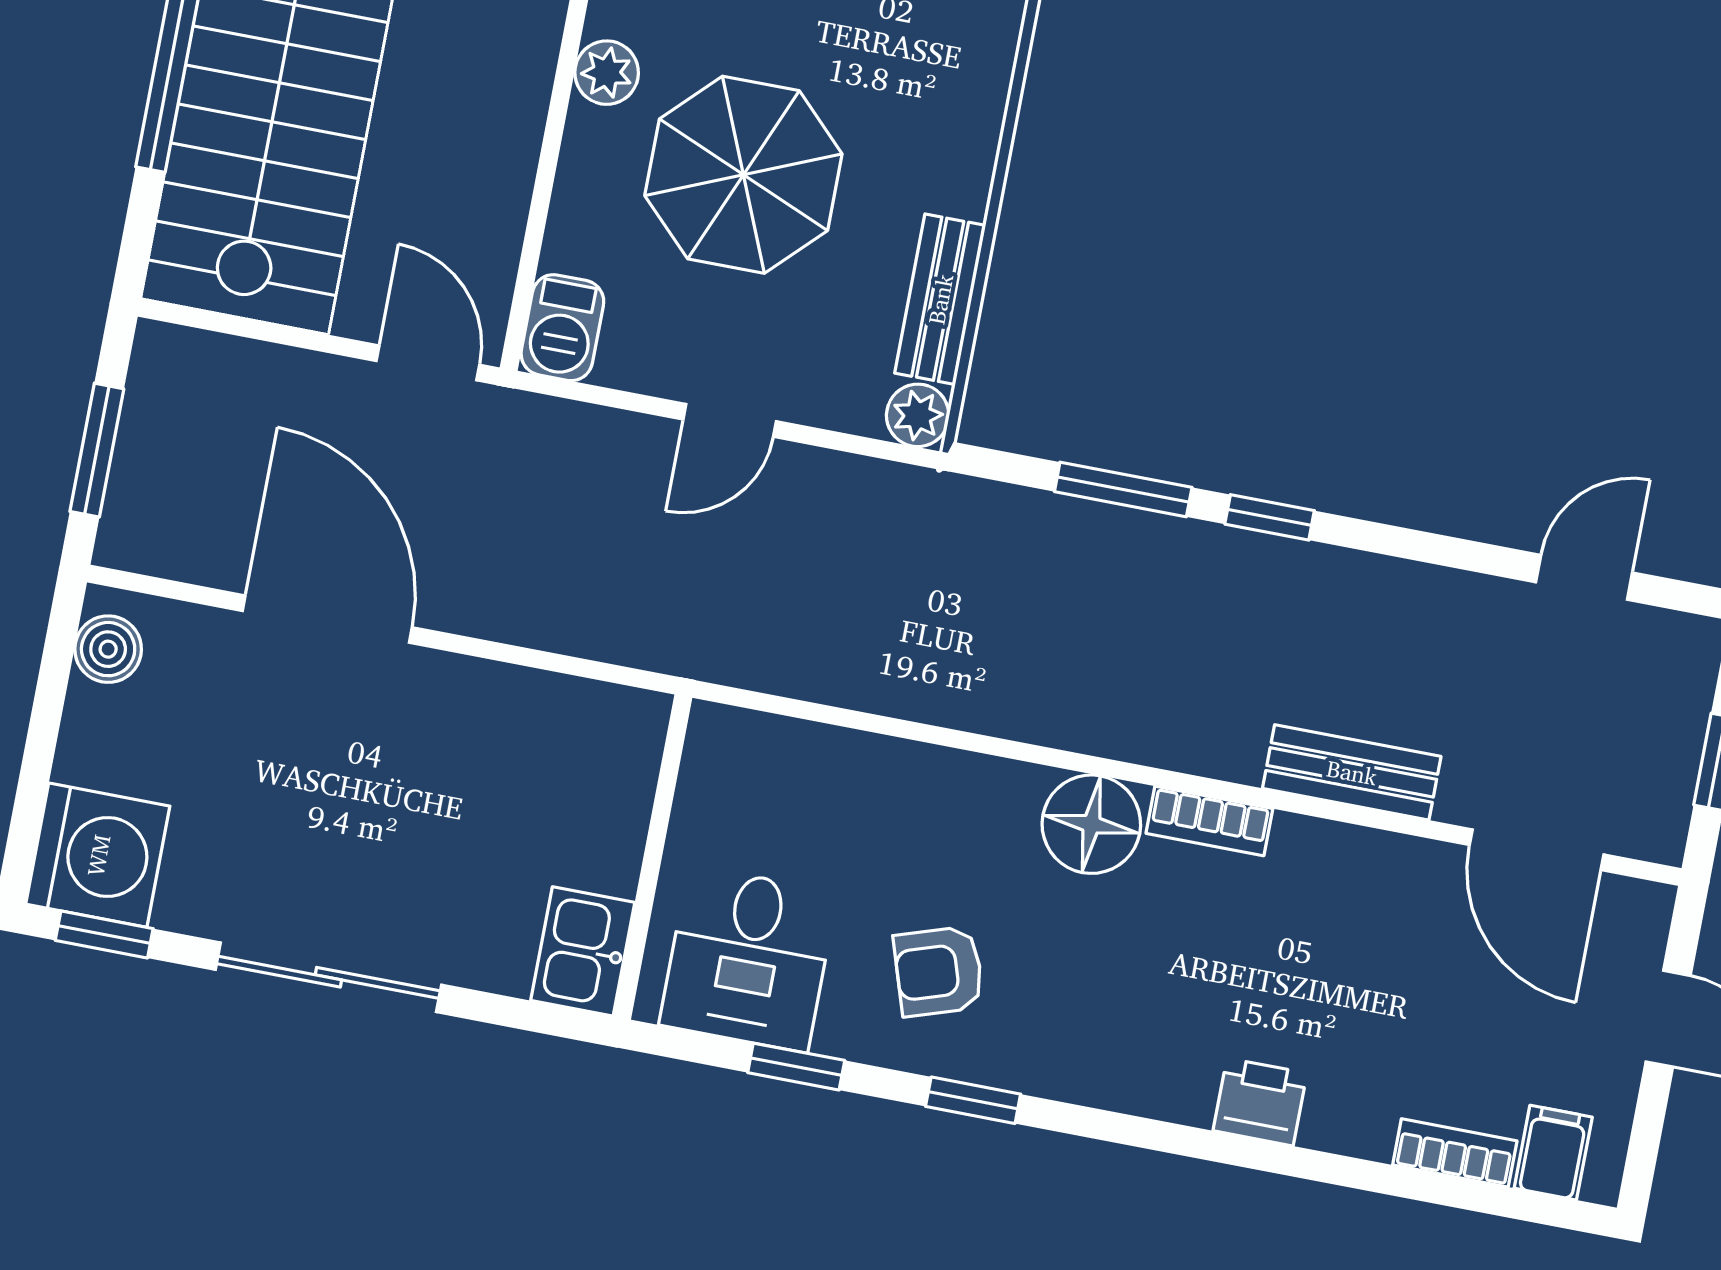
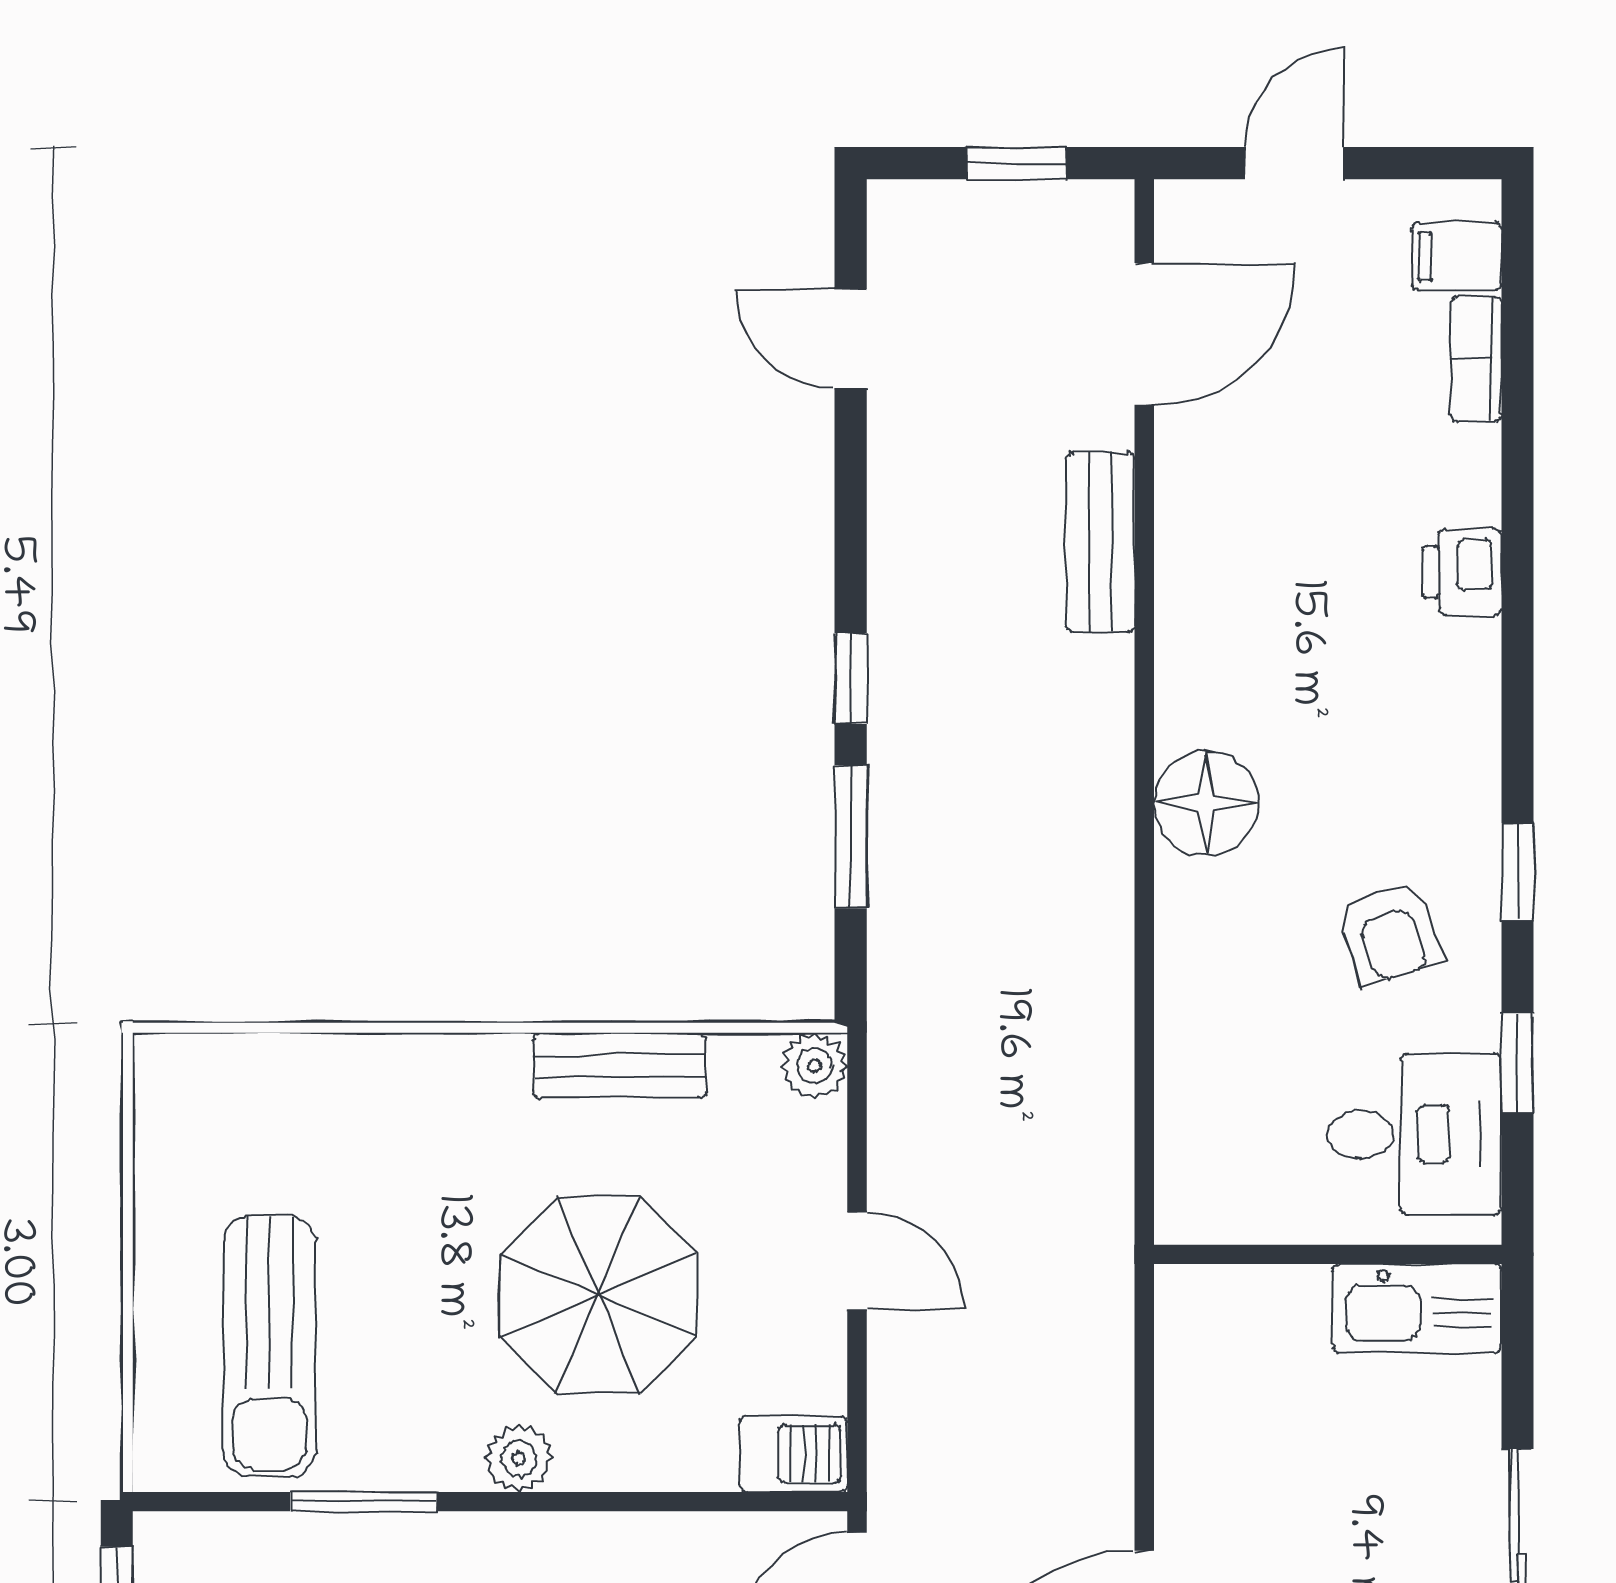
bench: (940, 299) -> (619, 1065), moved
bookcase: (1209, 821) -> (1179, 681), removed
kitchen sink: (583, 951) -> (1417, 1308), width x1.38

